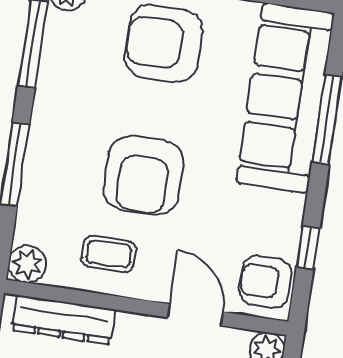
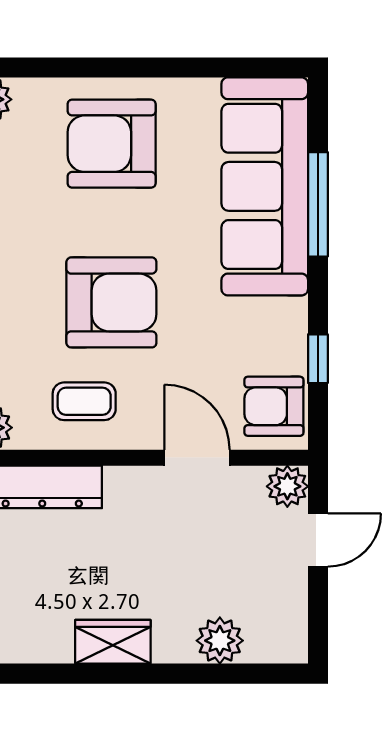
armchair: (144, 175) -> (111, 302), turned -90

